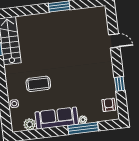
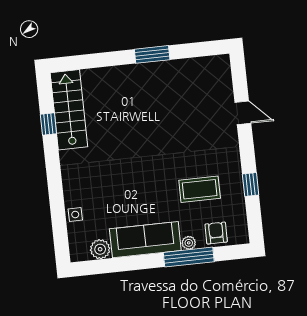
coffee table: (38, 84) -> (200, 189), moved
armchair: (109, 105) -> (216, 233), moved

